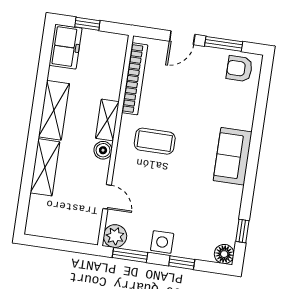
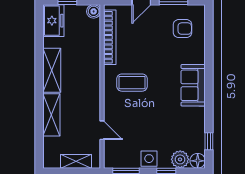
armchair: (239, 69) -> (182, 29), moved, turned 180
shelving: (107, 120) -> (76, 161), moved, turned 90
boiler: (103, 150) -> (94, 11), moved
plant: (115, 236) -> (180, 159), moved

